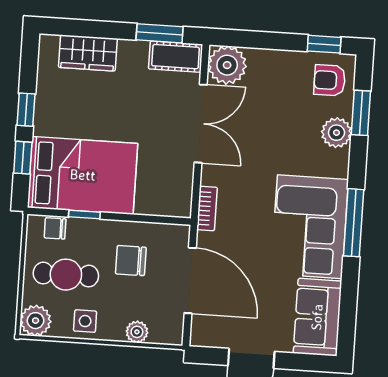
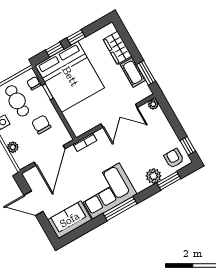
cot: (176, 57) -> (133, 72), moved
plant: (227, 65) -> (153, 104), width x0.53, depth x0.53
bed: (83, 175) -> (70, 77), width x1.36

